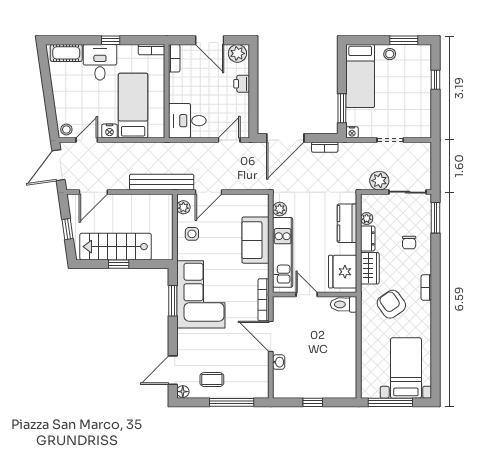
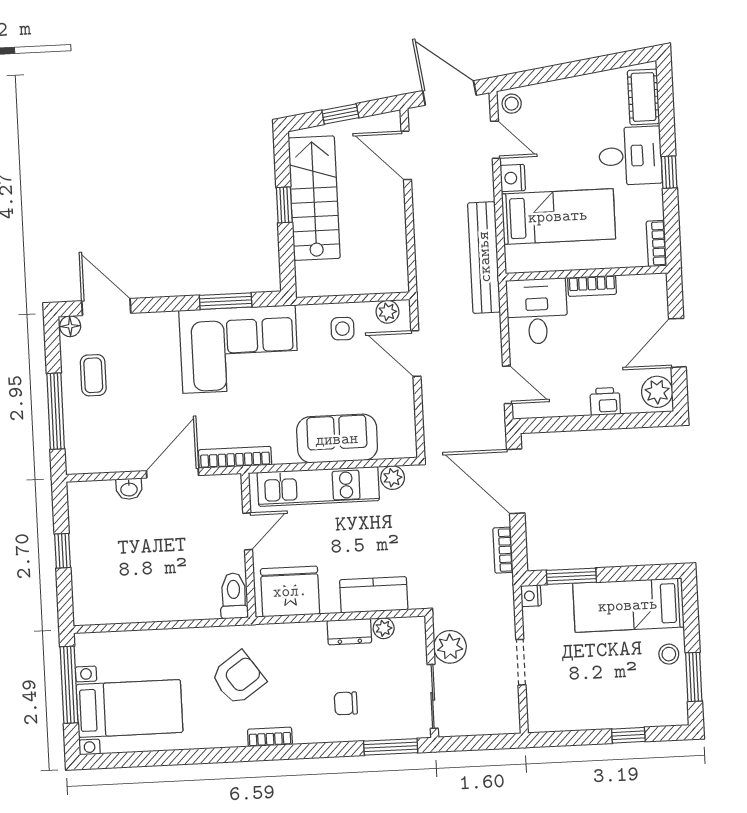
bookcase: (174, 58) -> (592, 286), moved
bench: (162, 182) -> (484, 257), moved
wardrobe: (370, 268) -> (298, 638), removed

